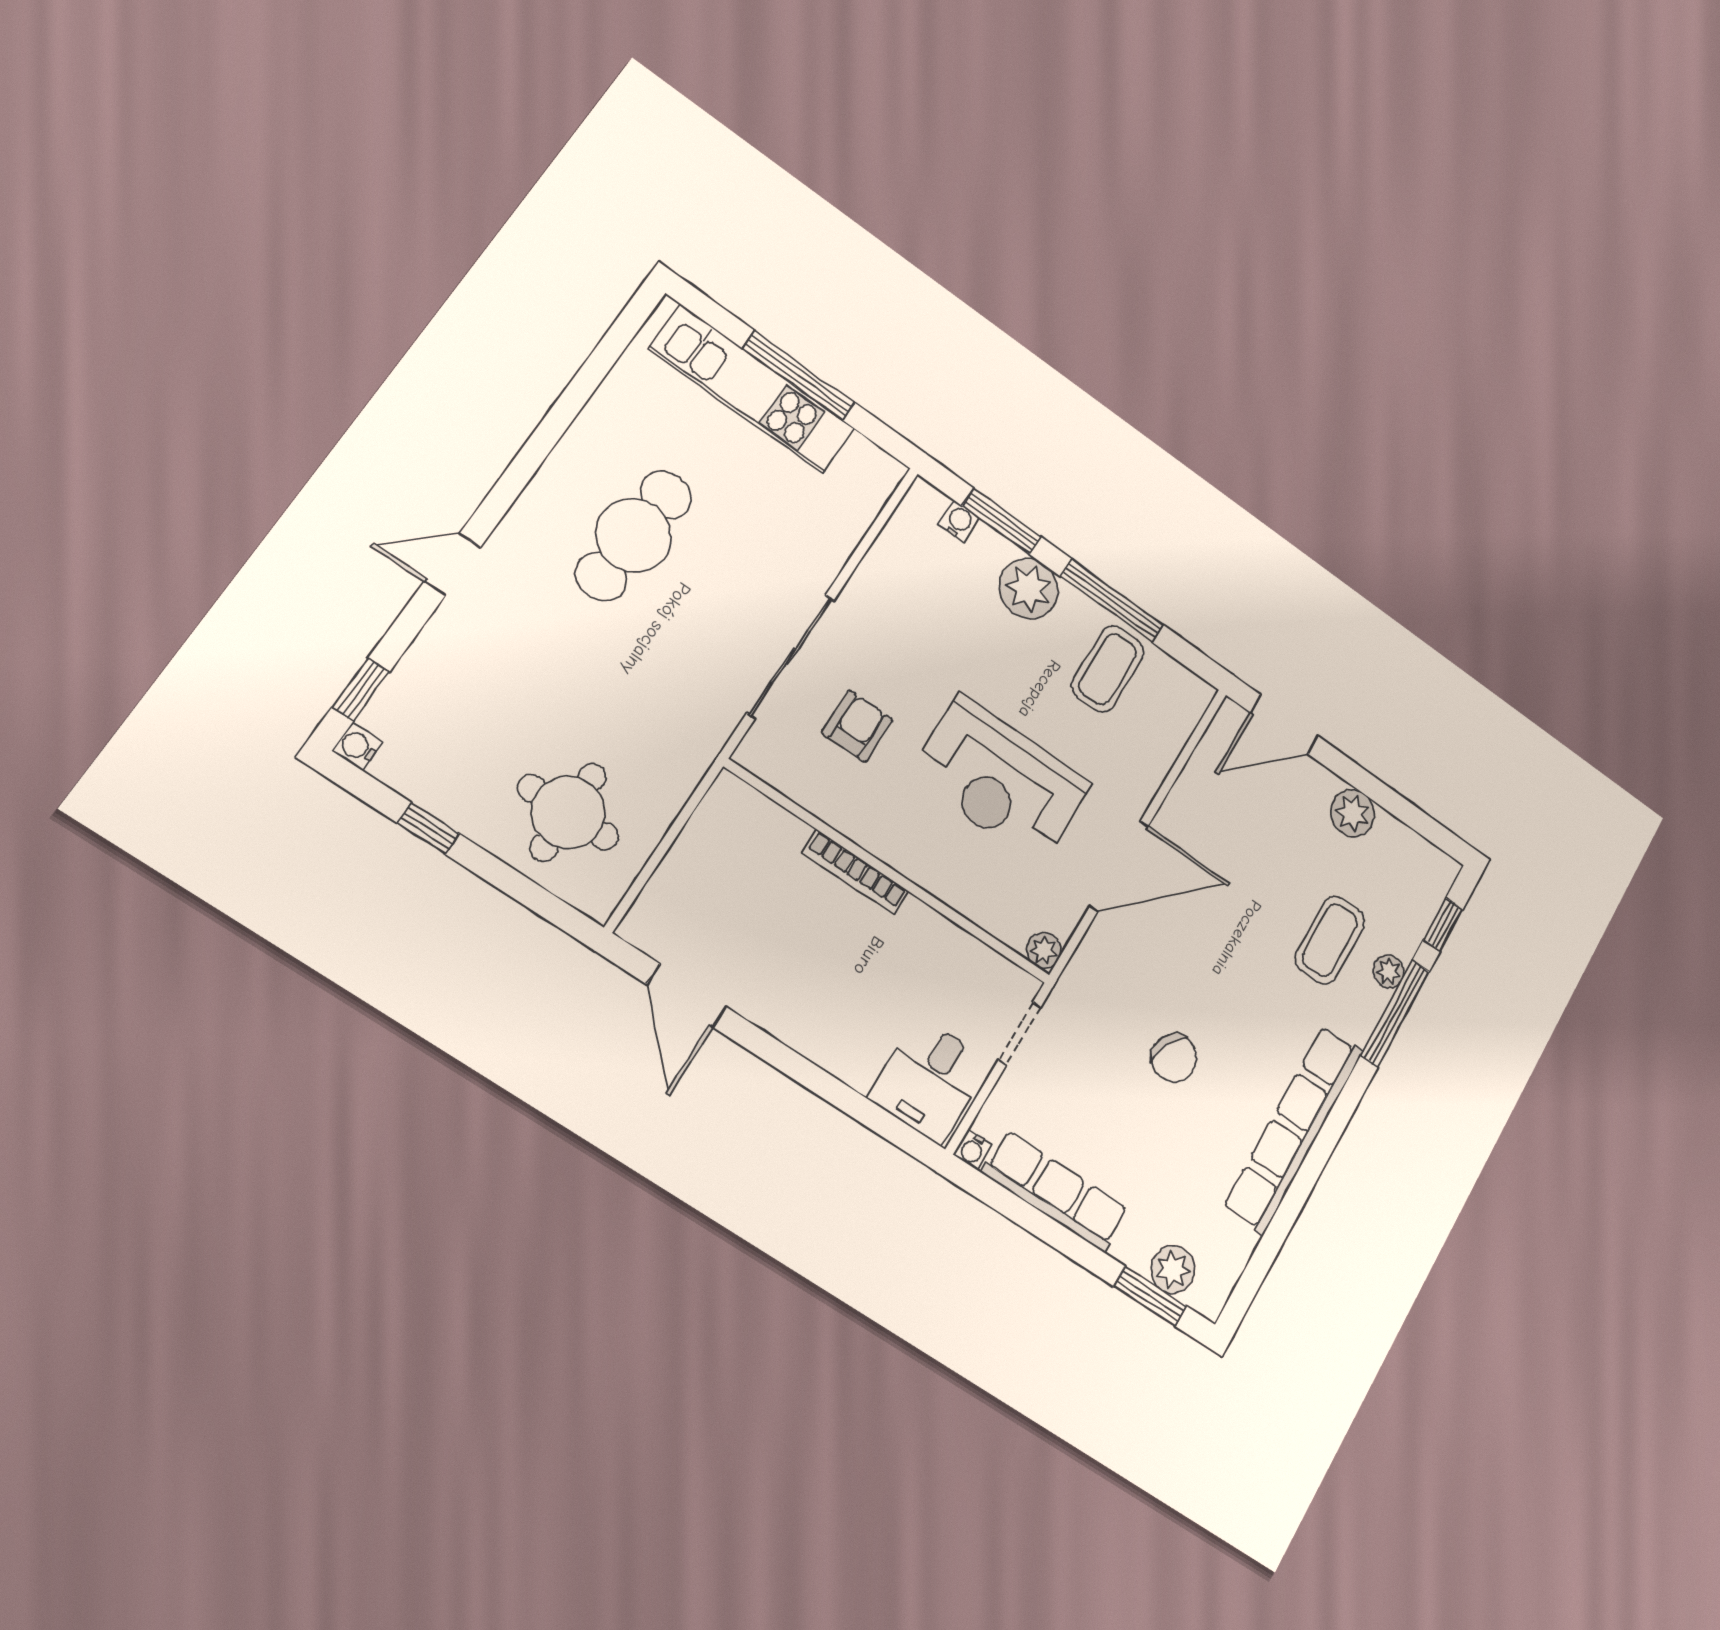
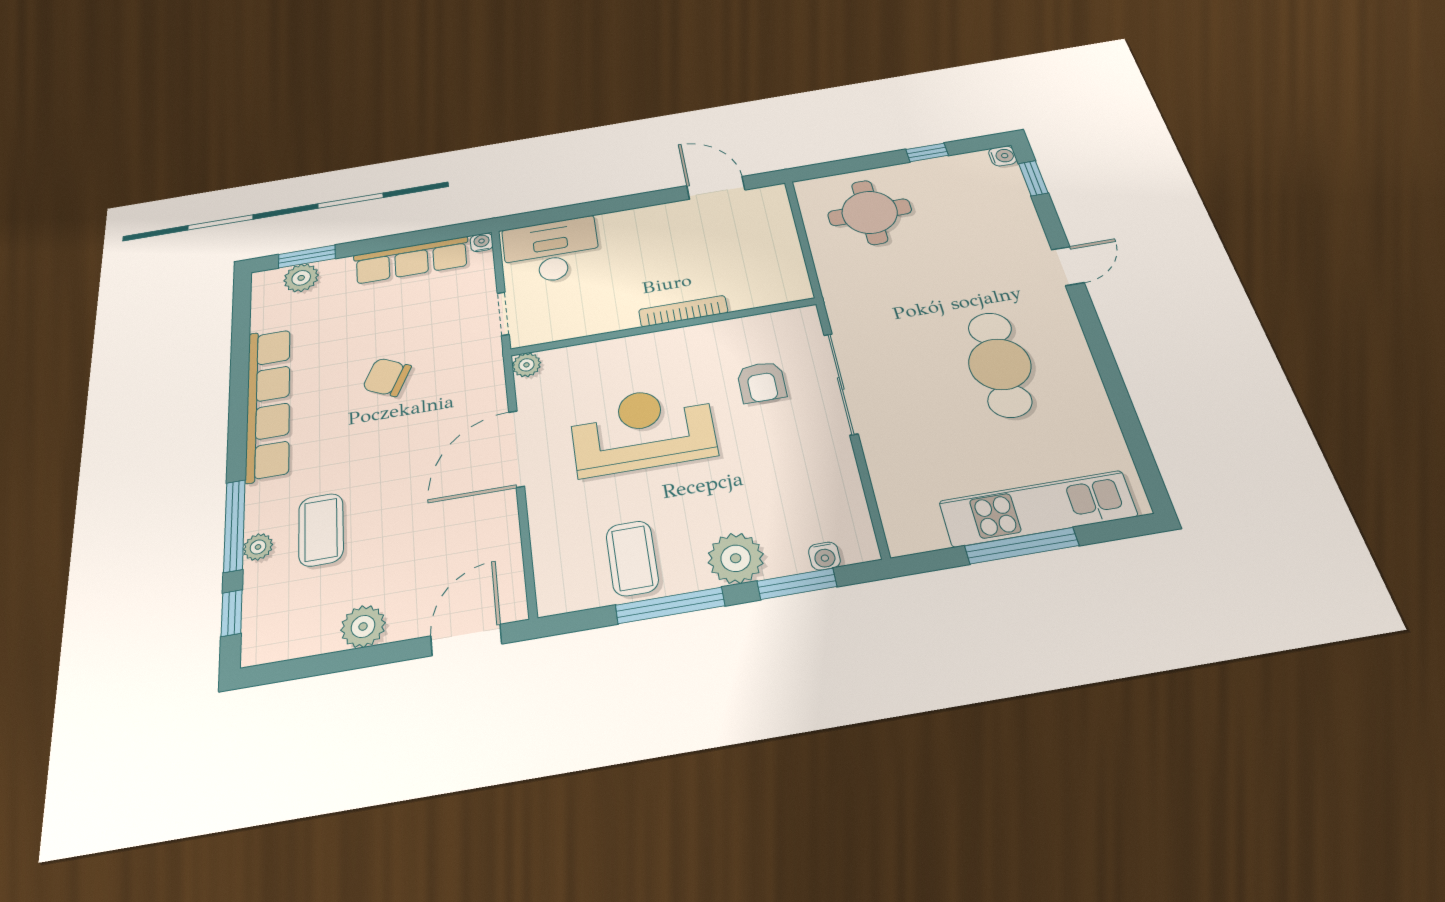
desk: (930, 1080) -> (551, 251), width x1.37

